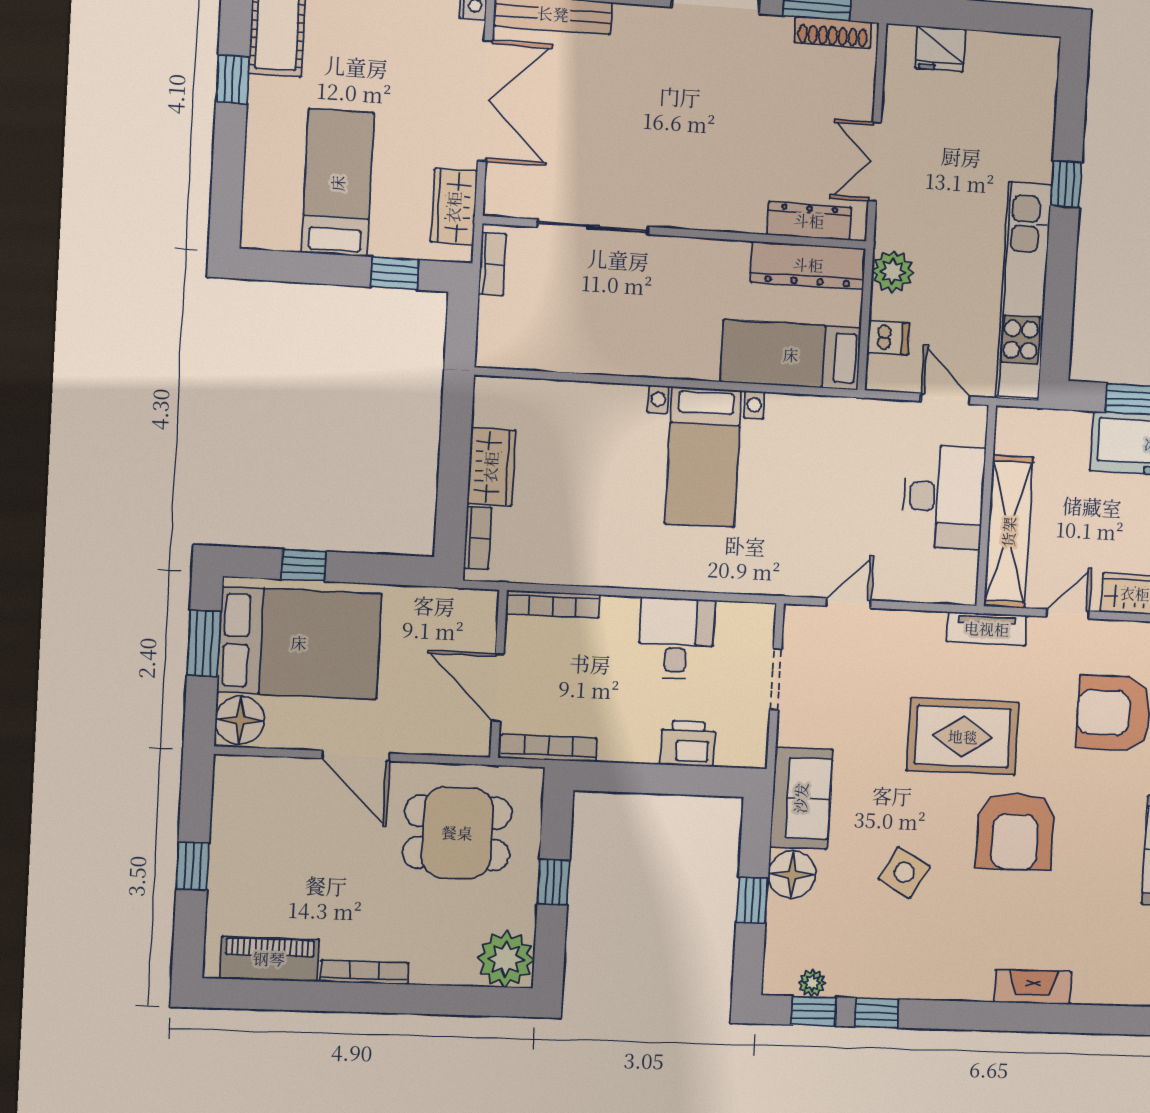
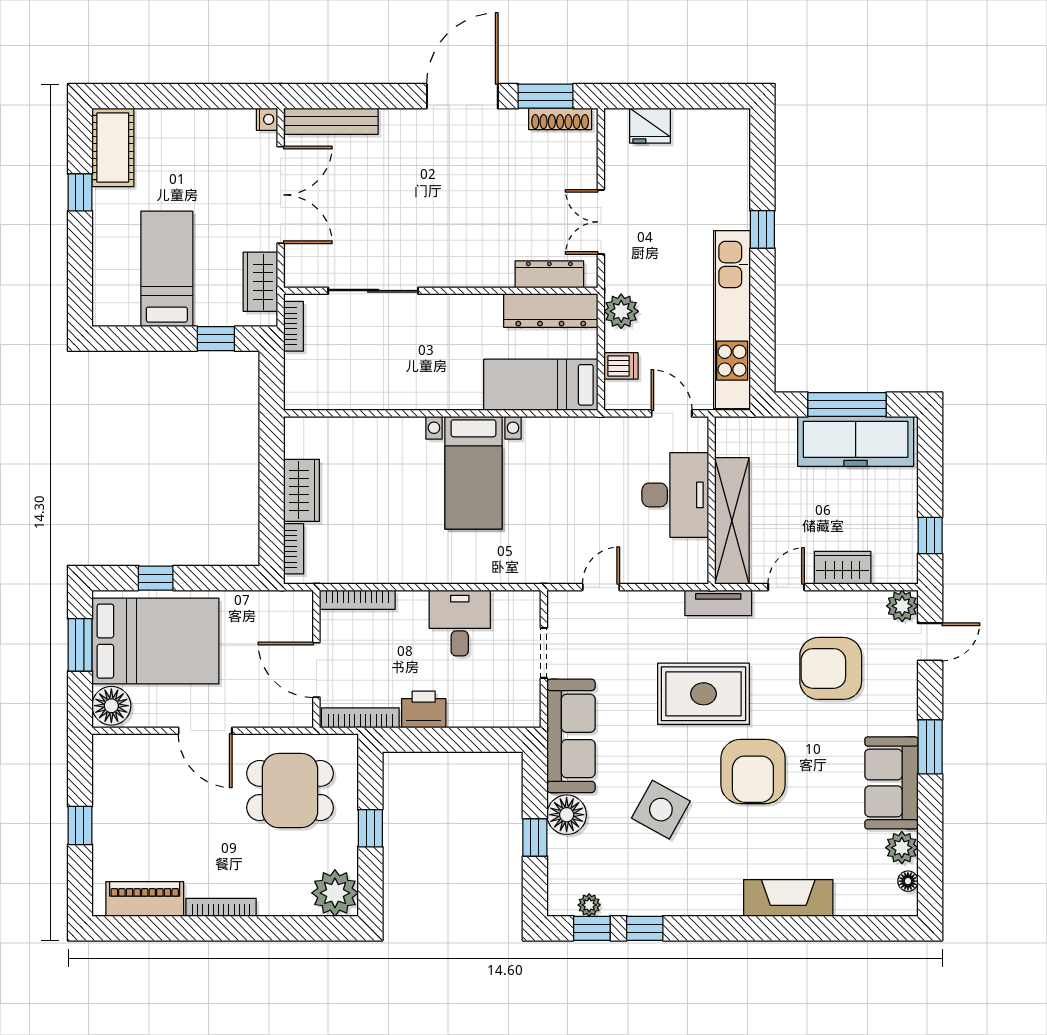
printer: (688, 744) -> (424, 709), moved
sofa: (801, 798) -> (571, 736), width x1.36
side table: (904, 872) -> (661, 810), width x1.37, depth x1.37
fireplace: (1033, 987) -> (788, 898), width x1.37, depth x1.32

